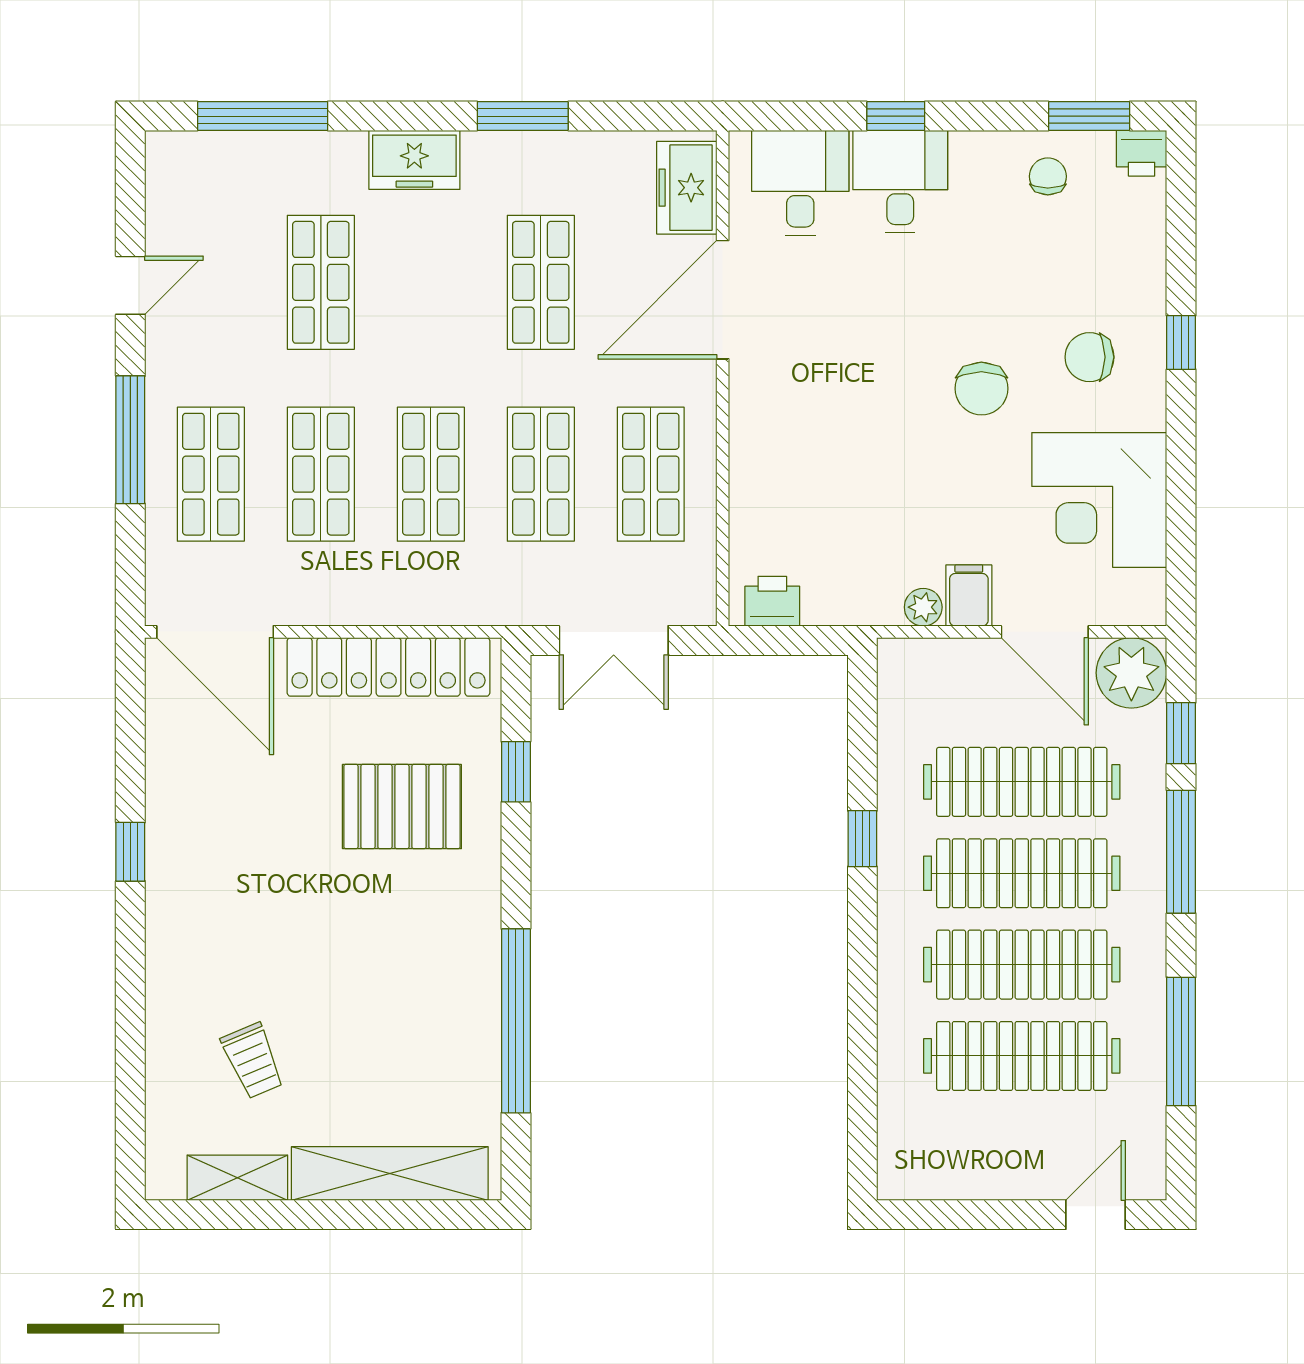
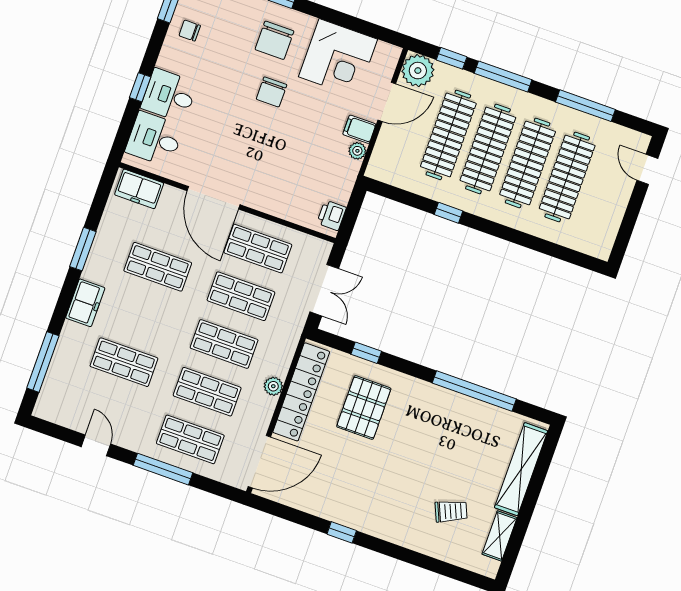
door: (723, 300) -> (213, 198), moved
chair: (1090, 357) -> (274, 40), width x1.37, depth x1.37
chair: (981, 389) -> (272, 92), turned 90
plant: (380, 606) -> (273, 386), added

